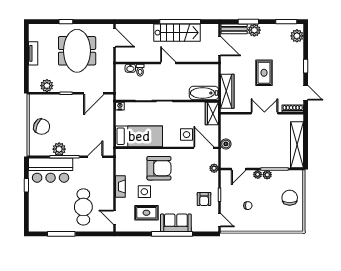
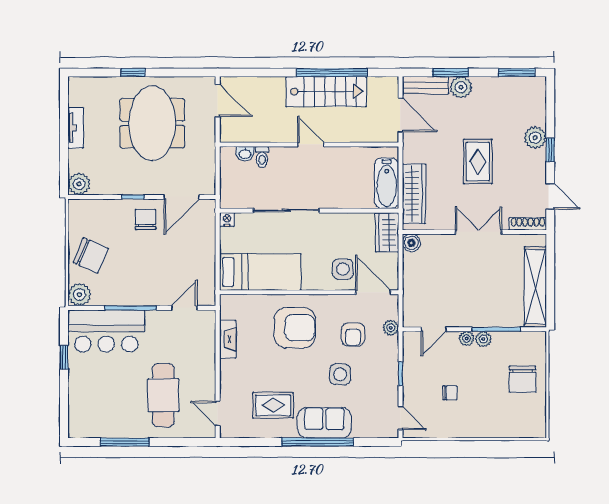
plant: (297, 36) -> (535, 138), moved
plant: (47, 86) -> (79, 184), moved
bathtub: (204, 93) -> (387, 183), moved, turned -90
chair: (73, 106) -> (146, 219), added
boiler: (226, 144) -> (411, 243), moved
plant: (59, 149) -> (79, 294), moved
fireplace: (120, 187) -> (228, 339), moved
side table: (144, 192) -> (340, 374), moved
chair: (290, 198) -> (523, 379), turned 180
armchair: (204, 199) -> (353, 335), moved

